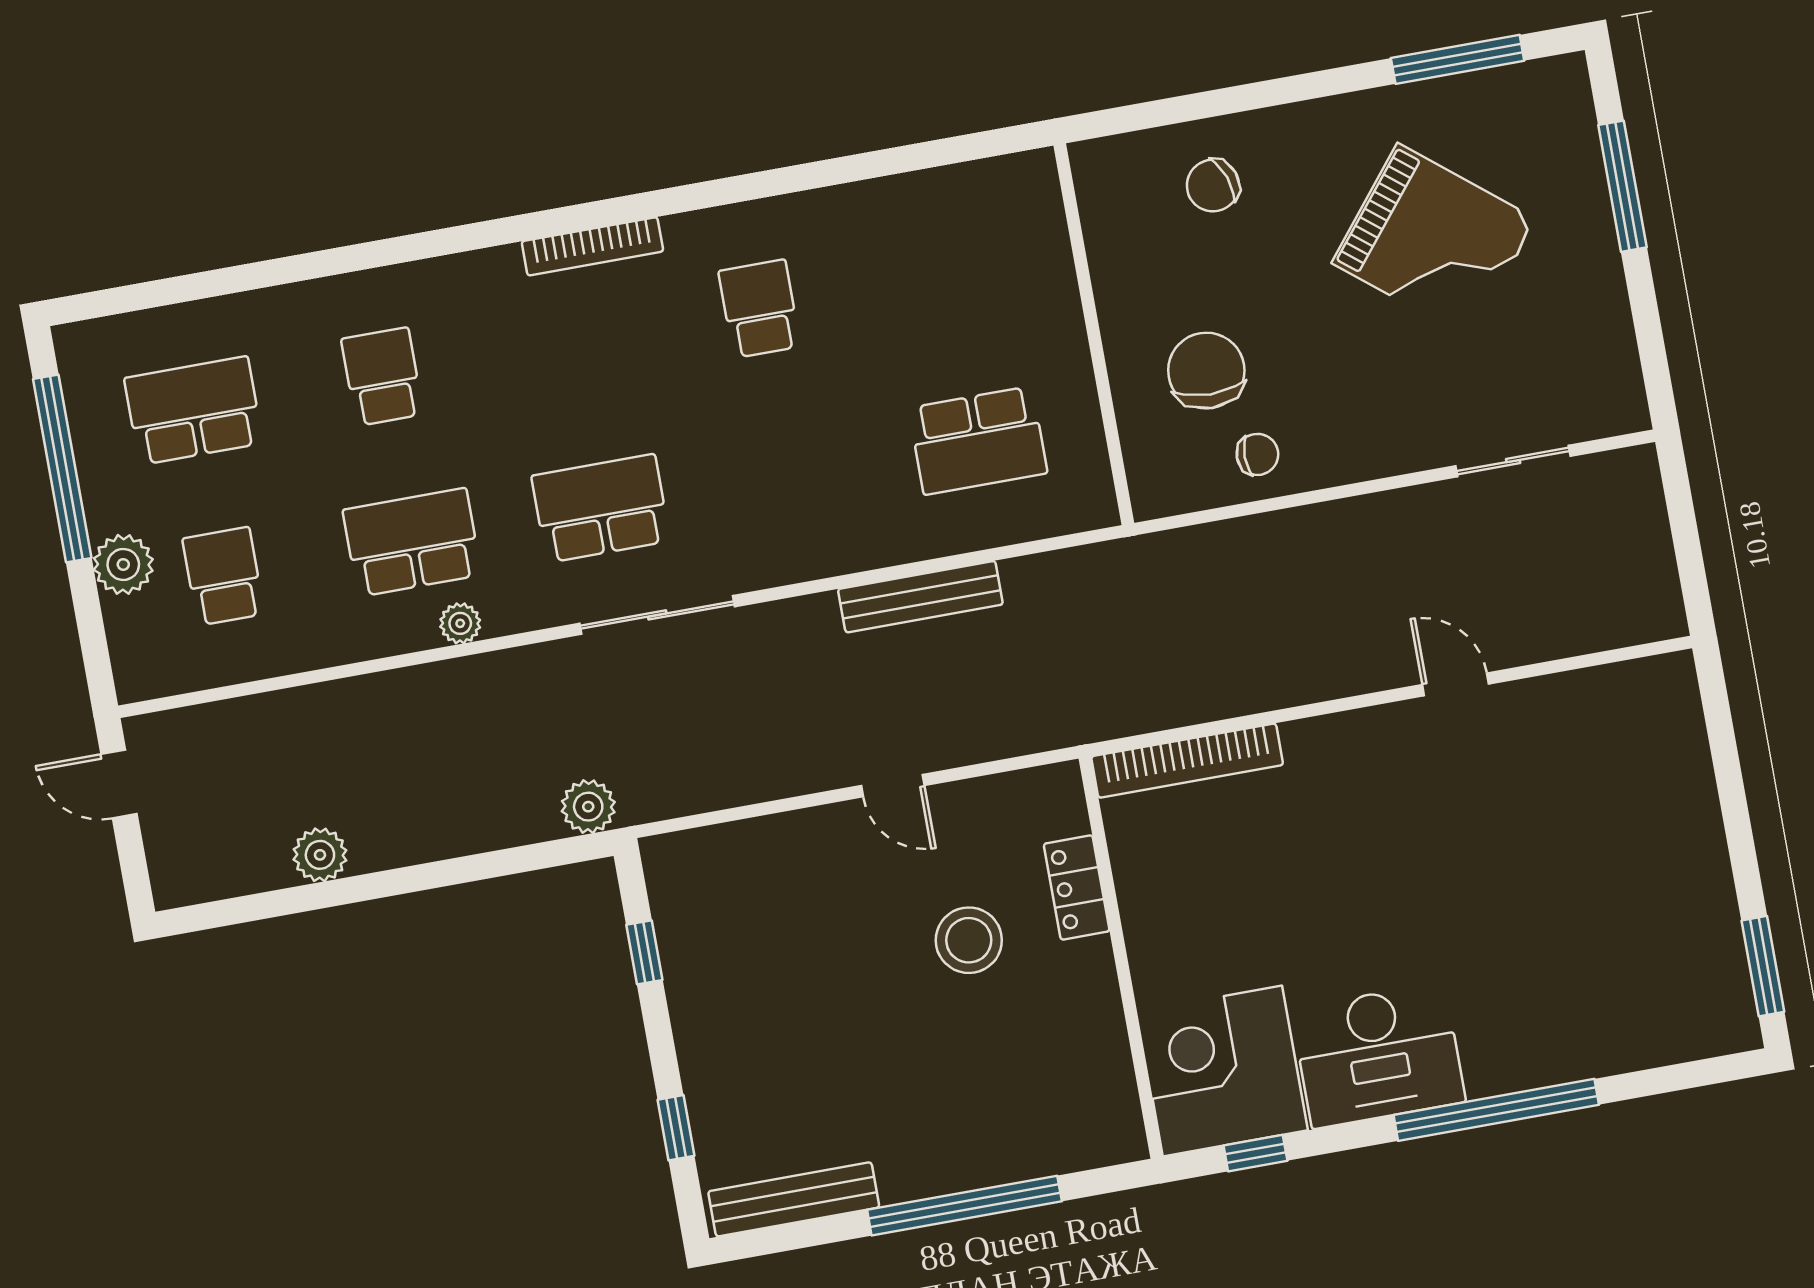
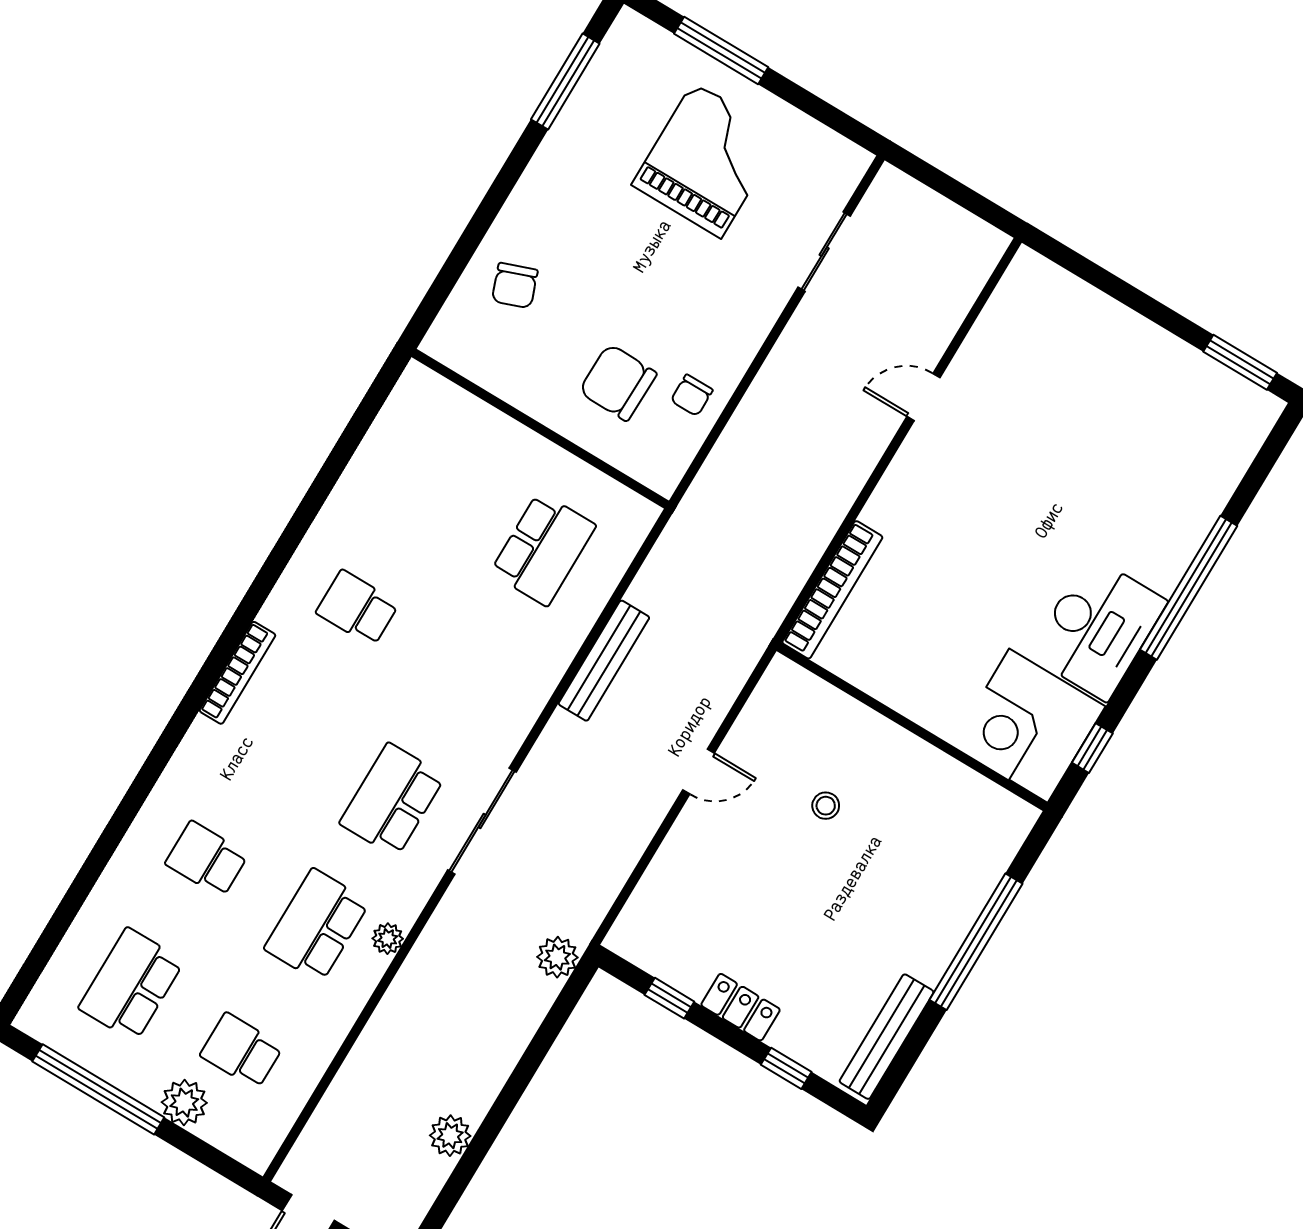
grand piano: (1434, 241) -> (707, 160), moved, turned -39
chair: (1257, 454) -> (692, 395), turned 180
locker: (1077, 887) -> (741, 1007), moved, turned 180
stool: (969, 940) -> (826, 806), width x0.53, depth x0.53

